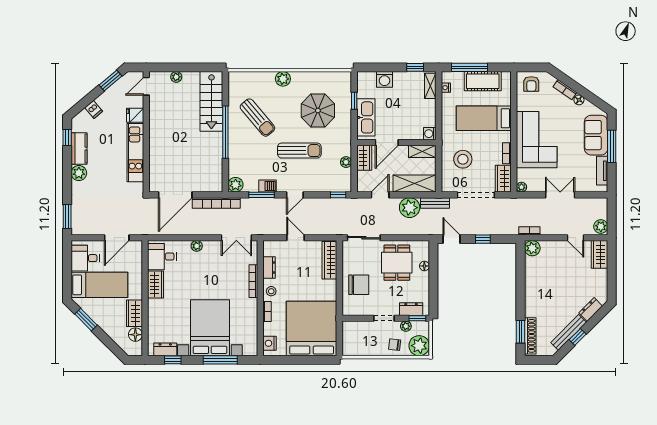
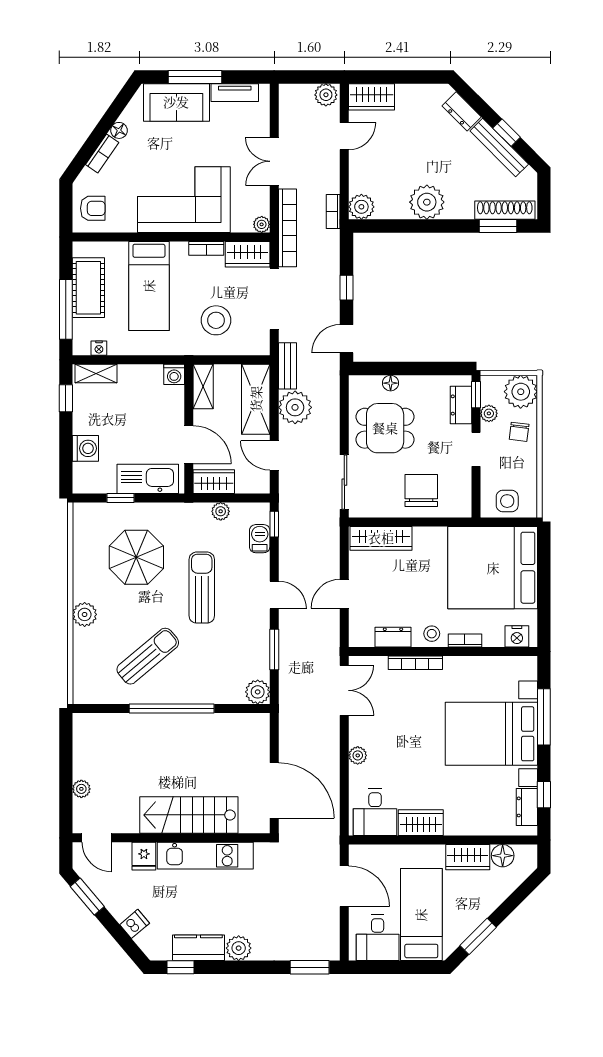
stairs: (211, 101) -> (189, 815), moved, turned 180
barbecue: (268, 186) -> (260, 539), moved
bookcase: (216, 203) -> (287, 228), moved
plant: (535, 288) -> (427, 202), added
side table: (352, 337) -> (507, 501), added

